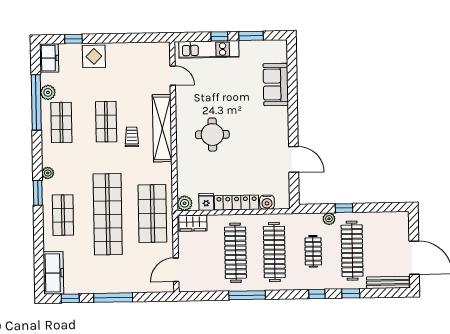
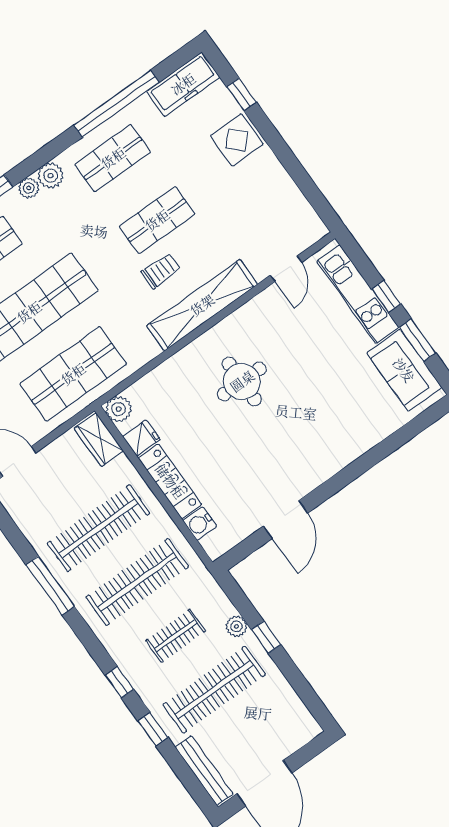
freezer: (49, 58) -> (183, 84), width x1.40
sofa: (276, 84) -> (404, 370), moved, turned -90
plant: (48, 92) -> (51, 176), moved

